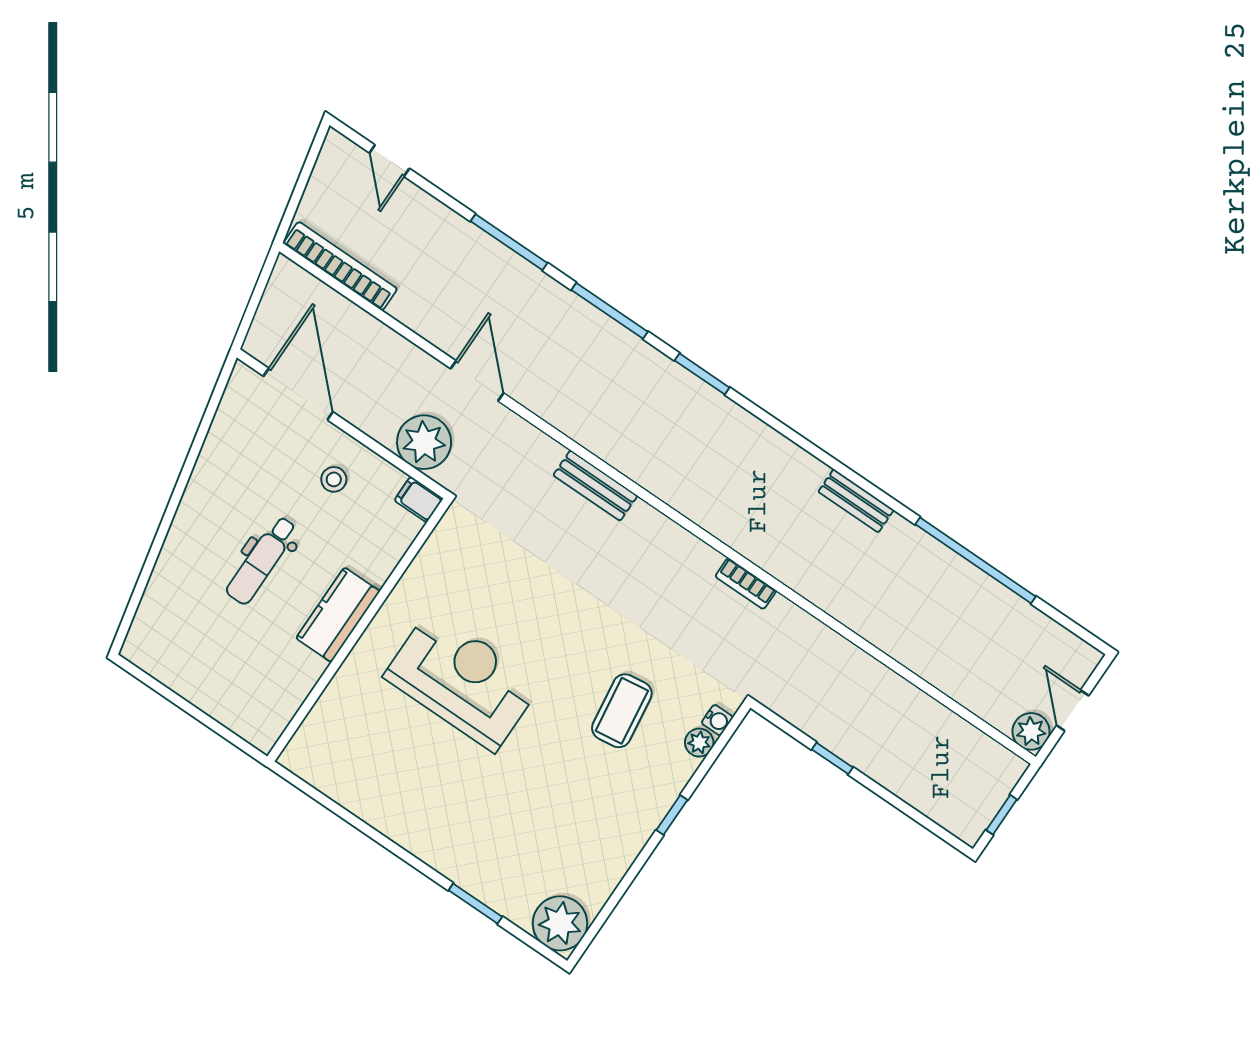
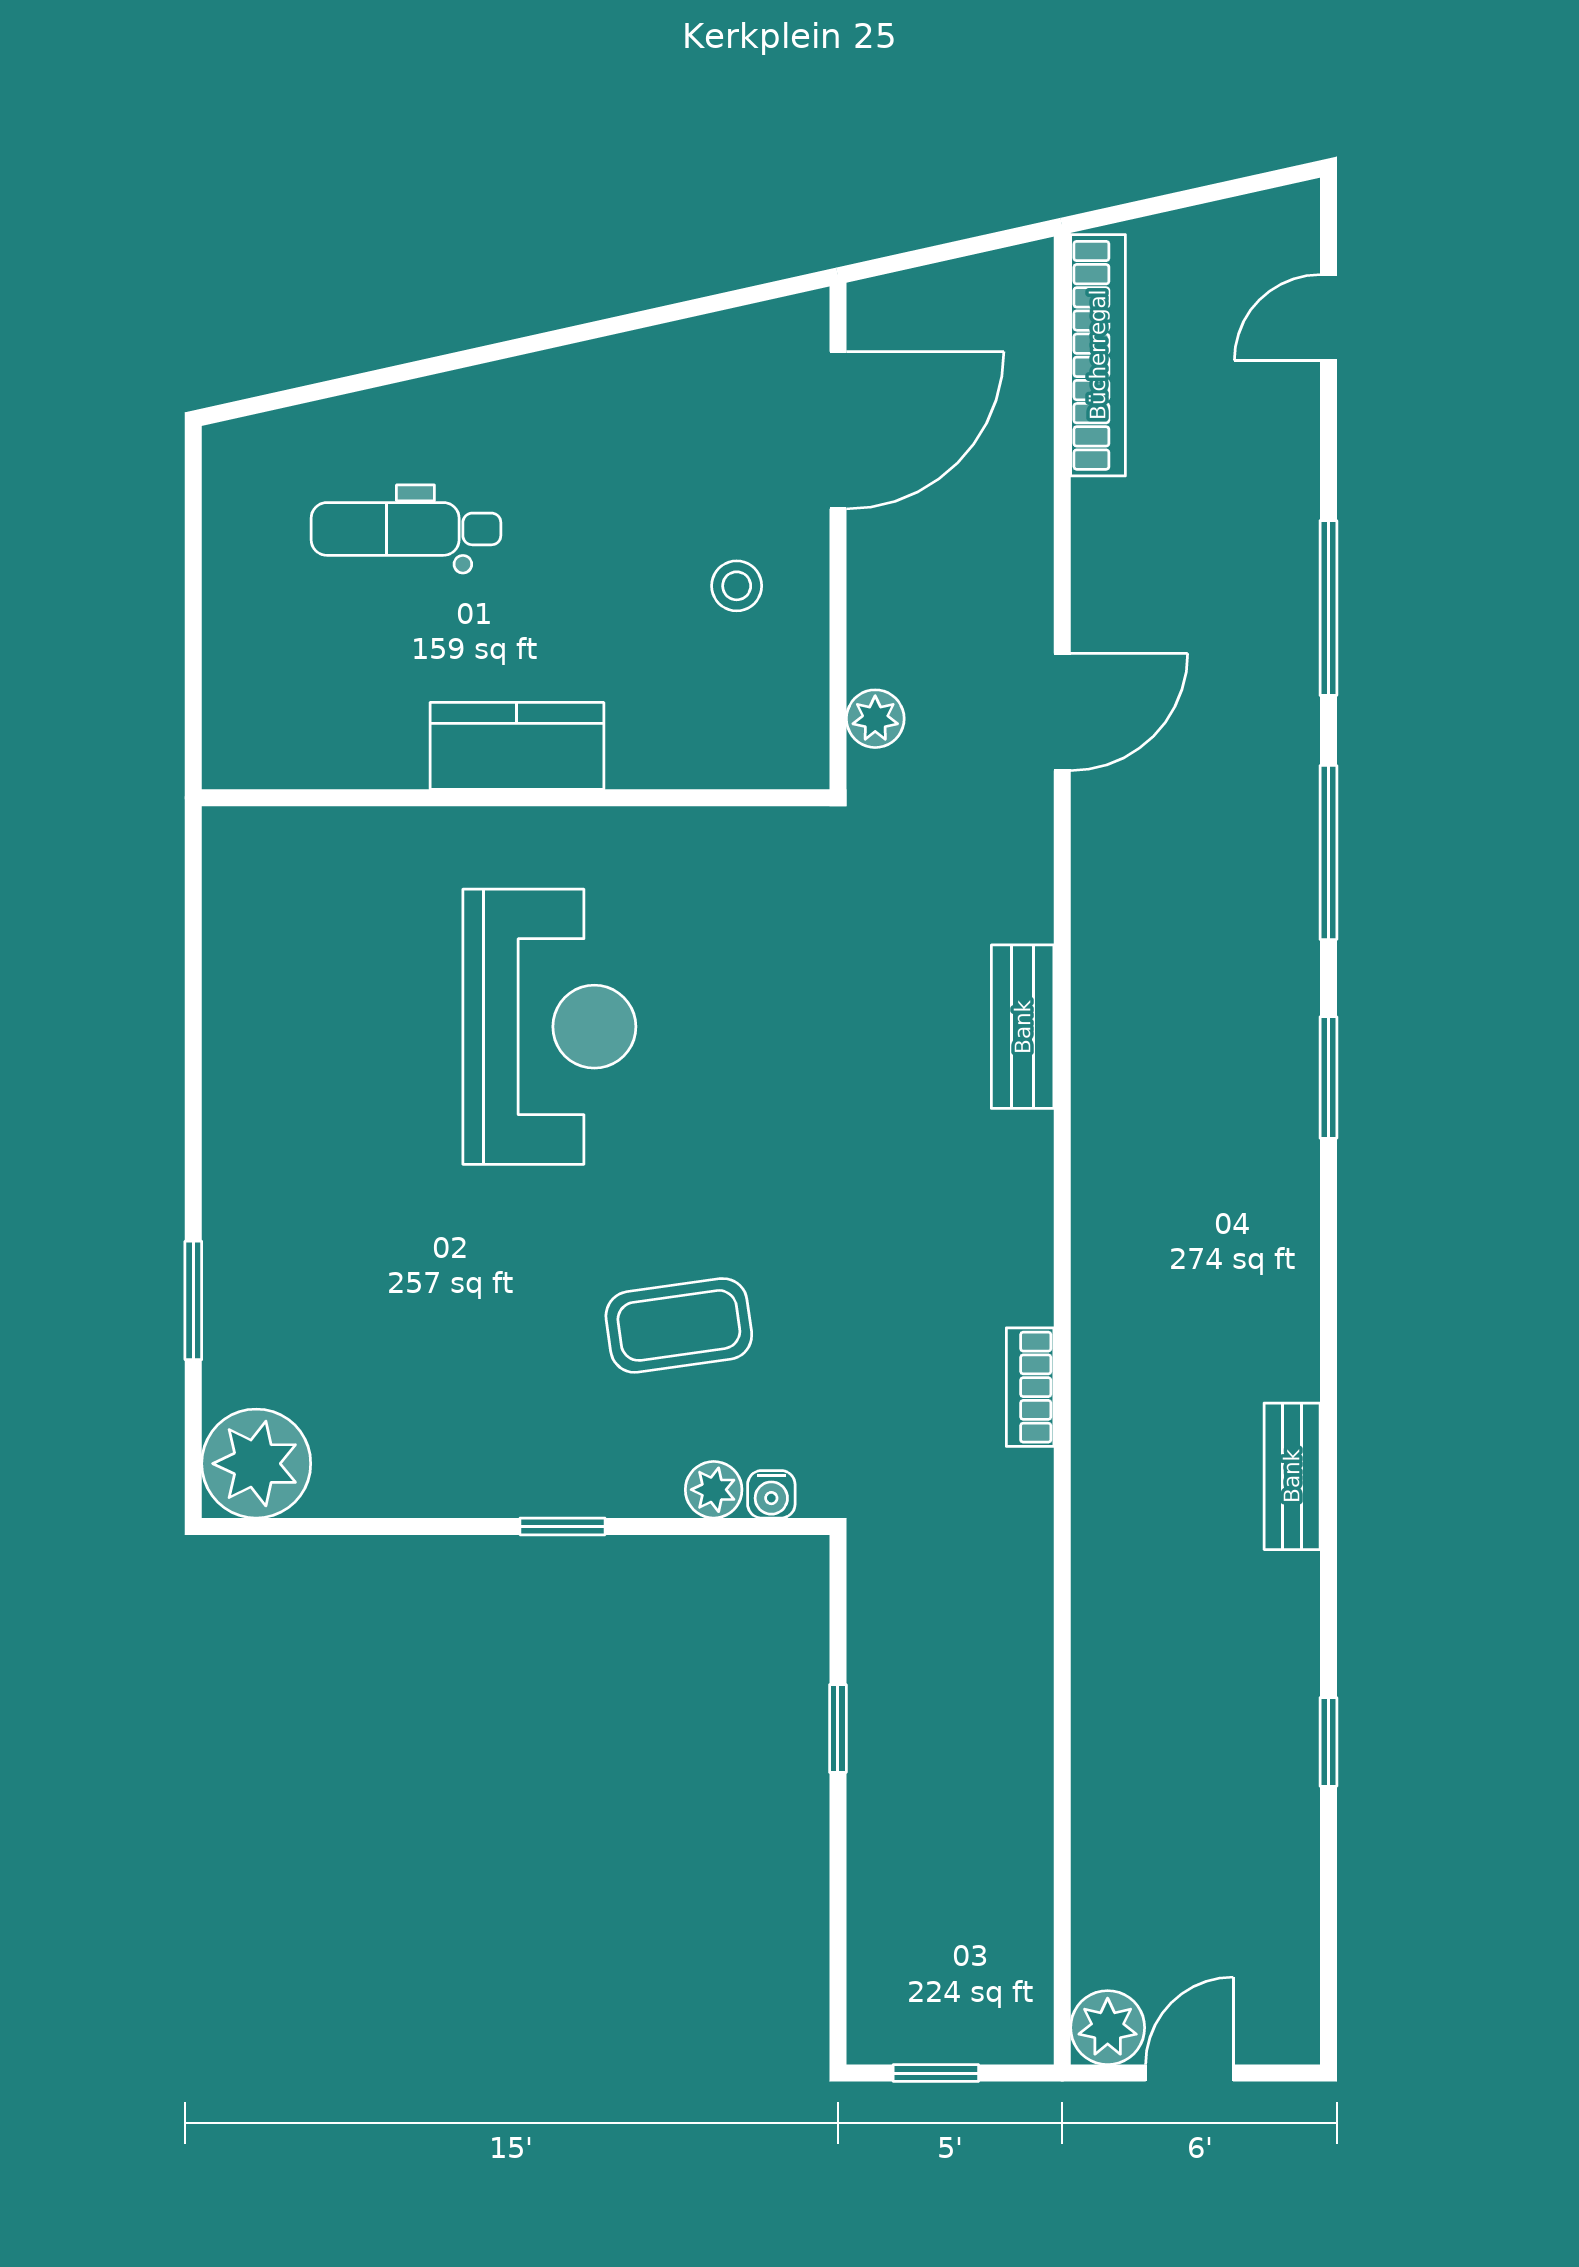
plant: (424, 442) -> (875, 719), width x0.53, depth x0.53
filing cabinet: (419, 499) -> (800, 749), removed
dental chair: (262, 560) -> (406, 529), moved
window: (975, 560) -> (1328, 1742), width x0.32

